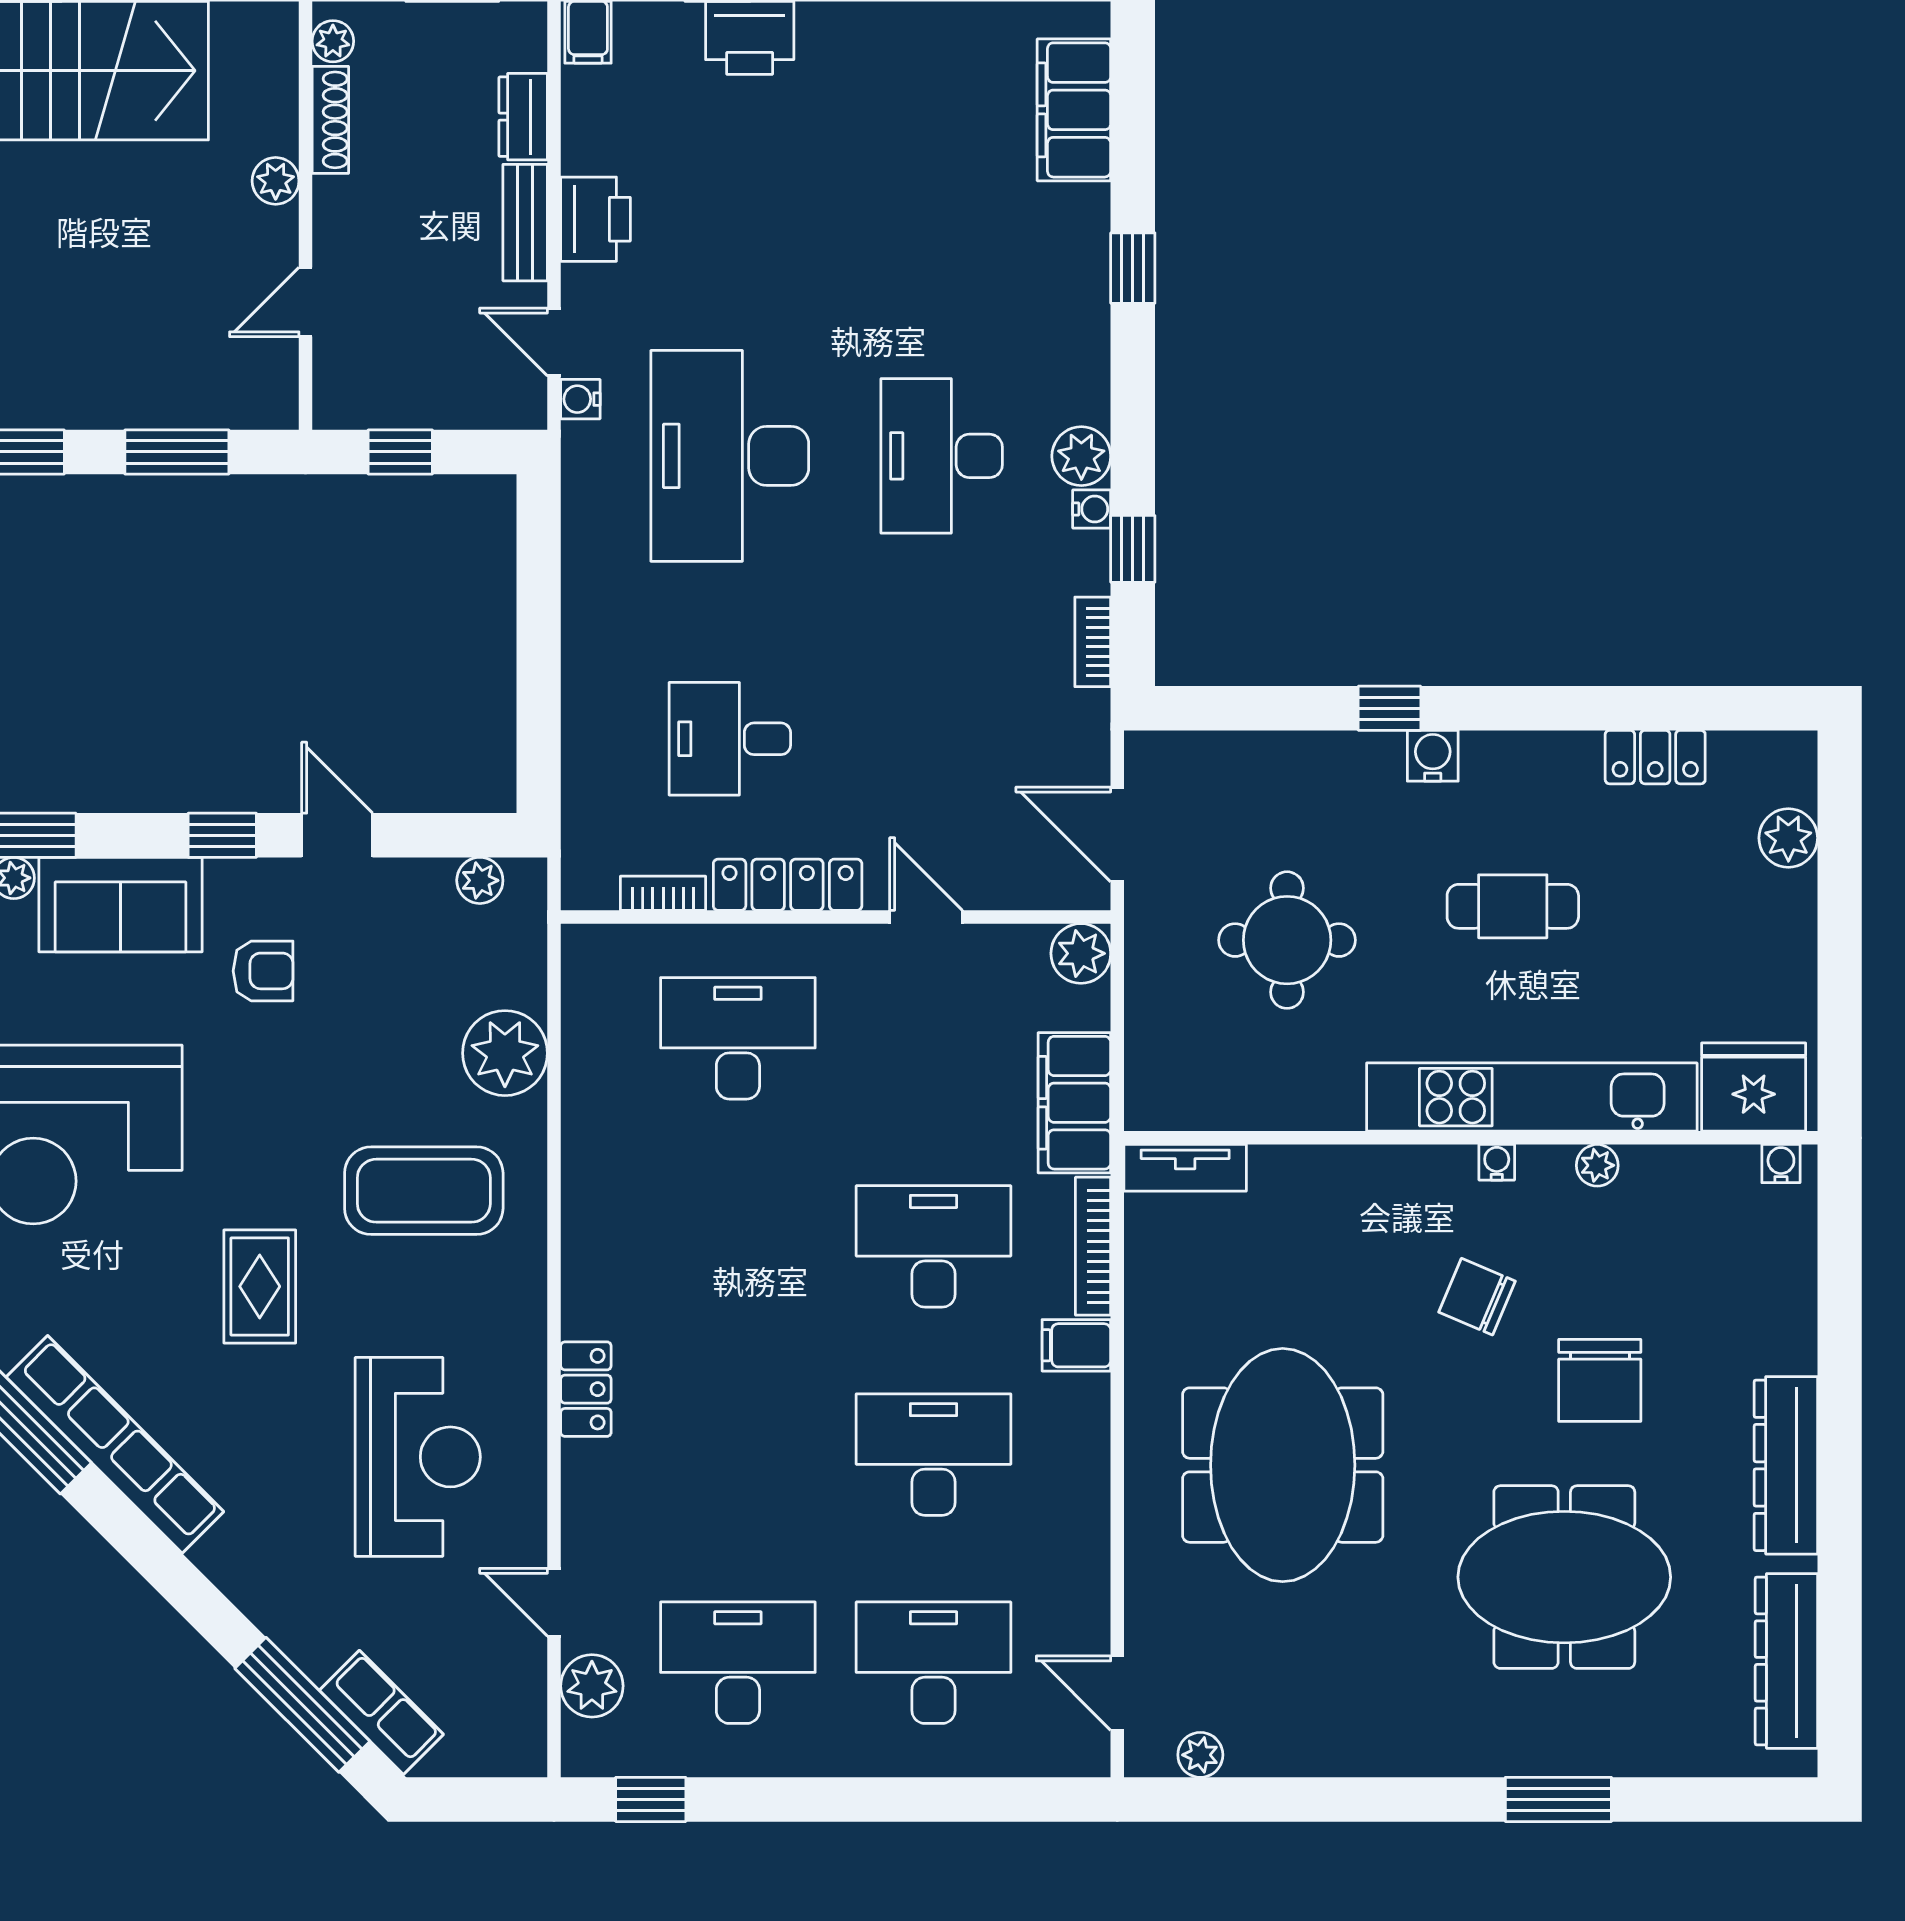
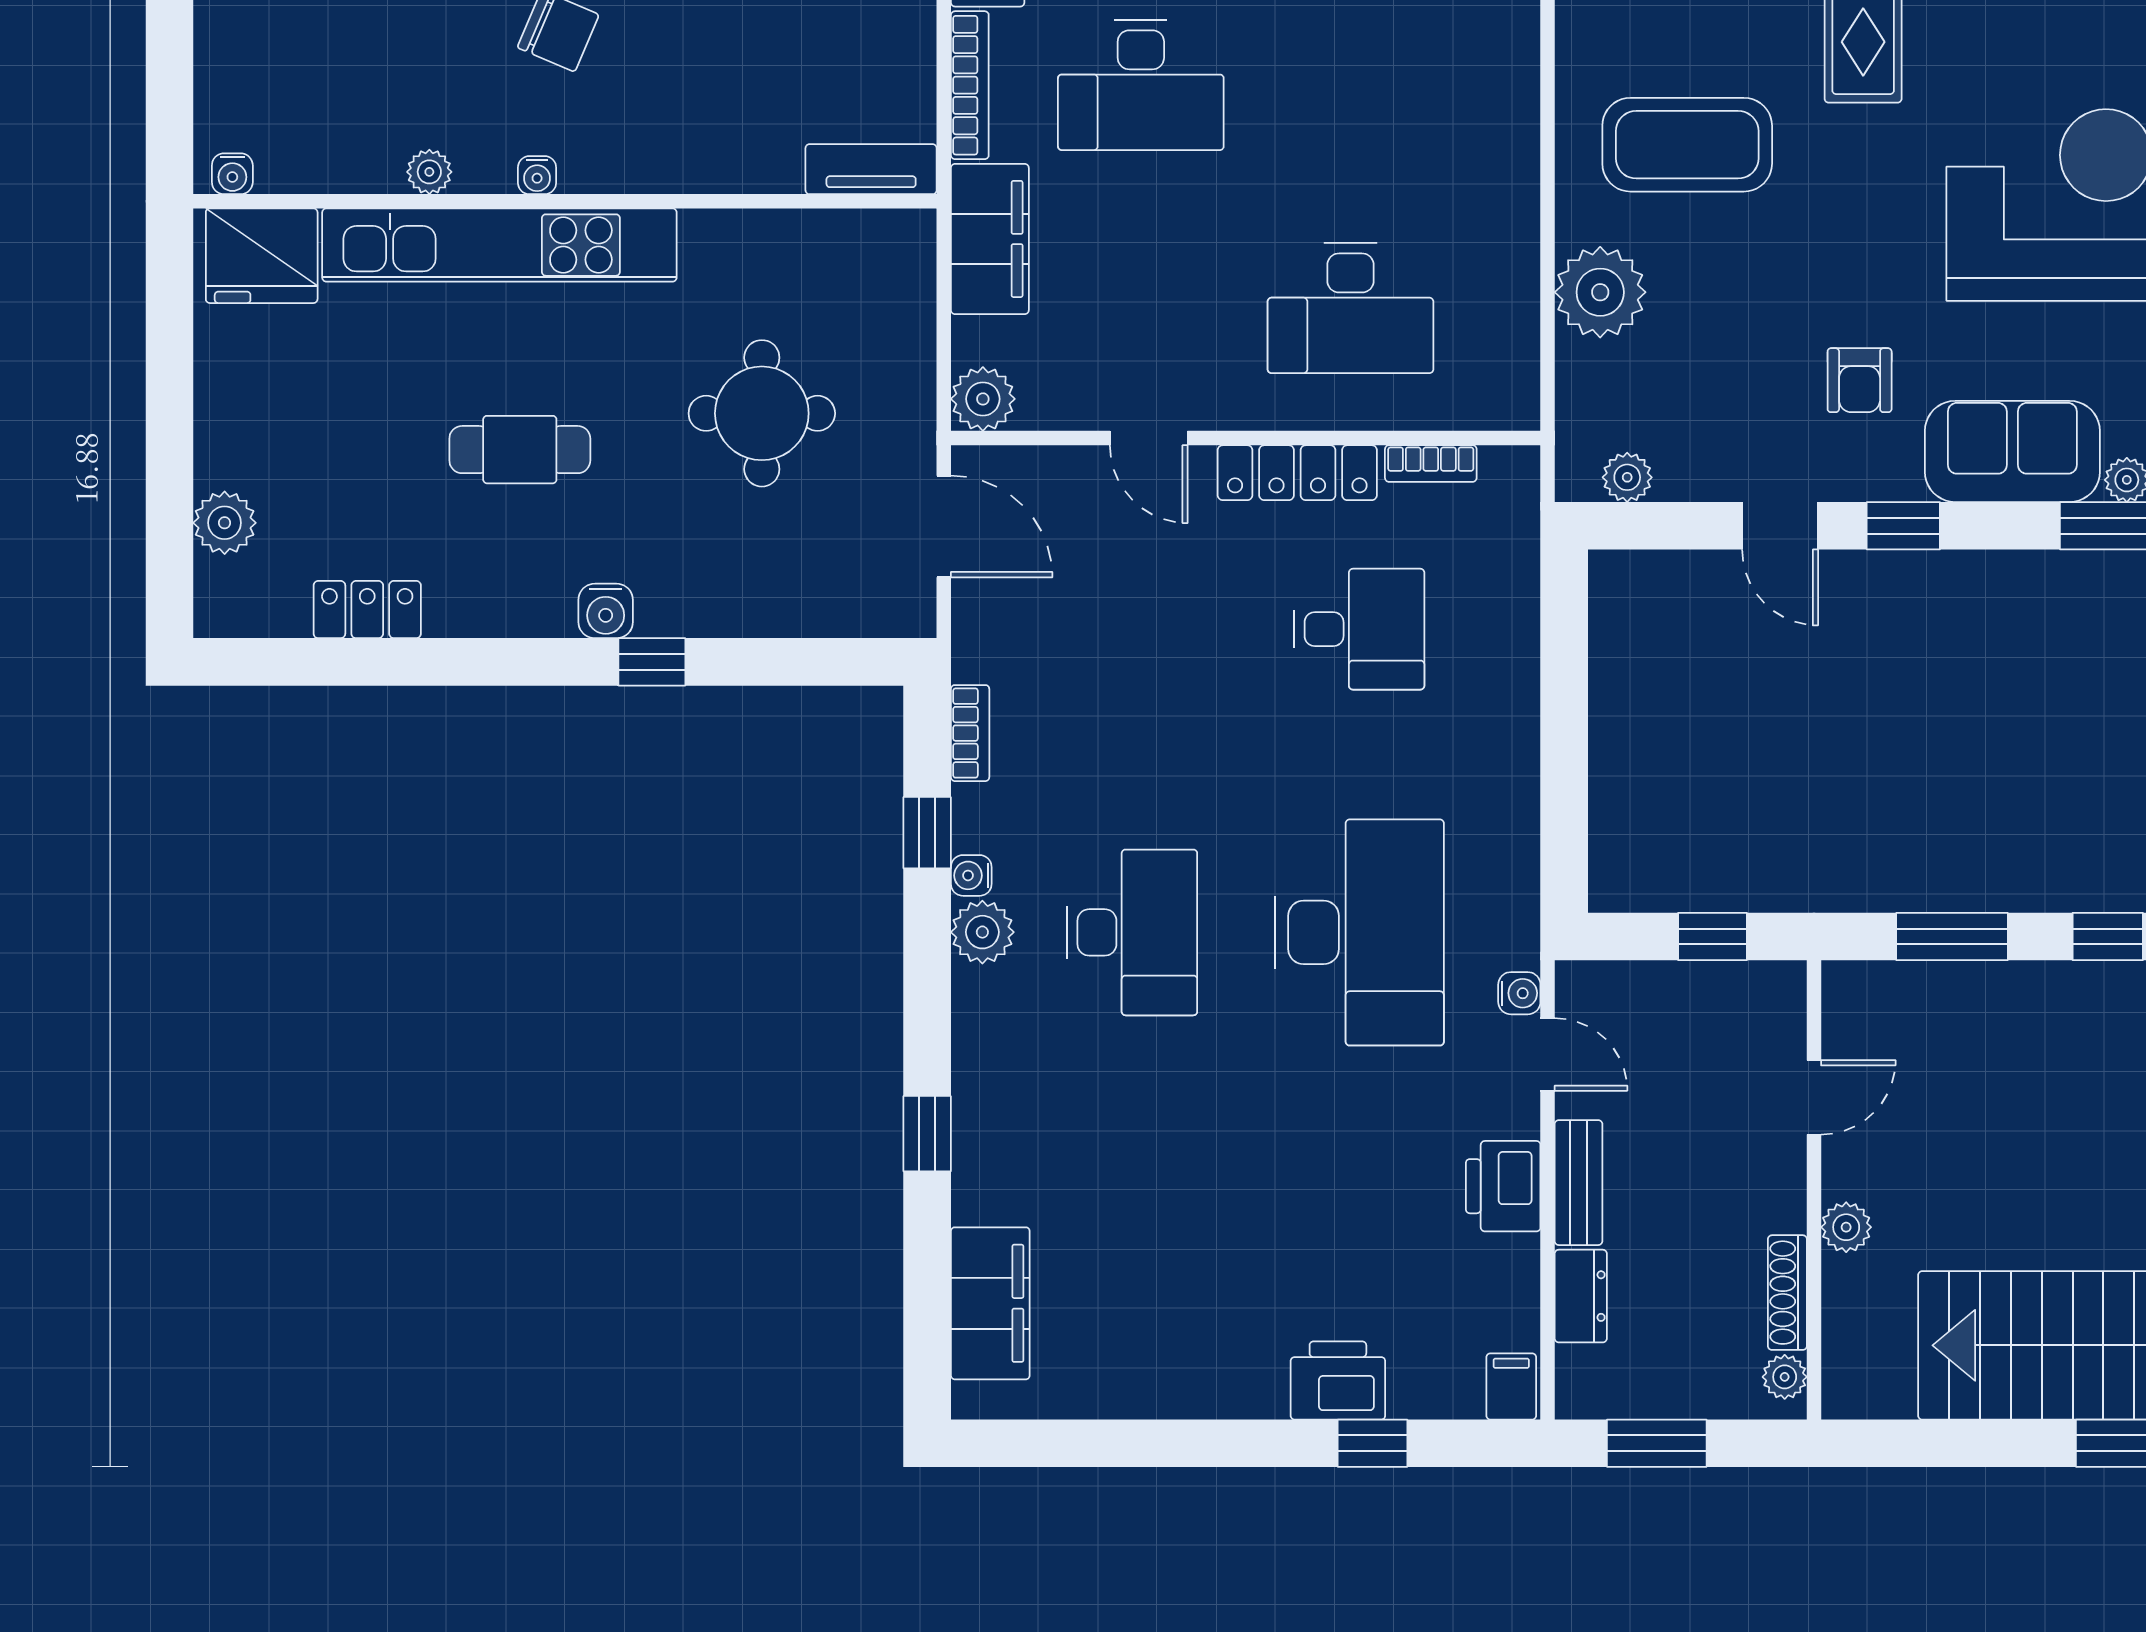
armchair: (263, 971) -> (1860, 380), turned -90

